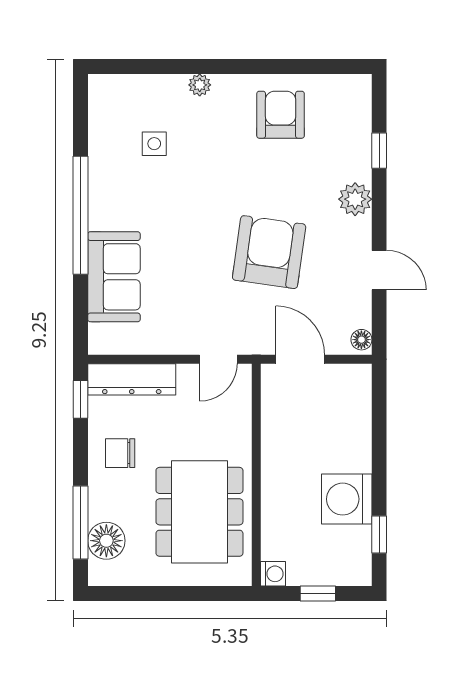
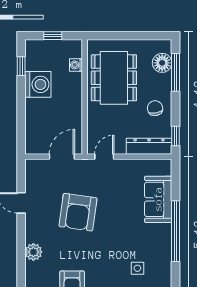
window: (379, 151) -> (21, 265), removed
plant: (355, 199) -> (33, 252), moved
floor lamp: (361, 340) -> (30, 167), removed
door: (300, 359) -> (62, 157), swing flipped
chair: (120, 453) -> (155, 108), turned -99
washing machine: (273, 574) -> (76, 65), moved

